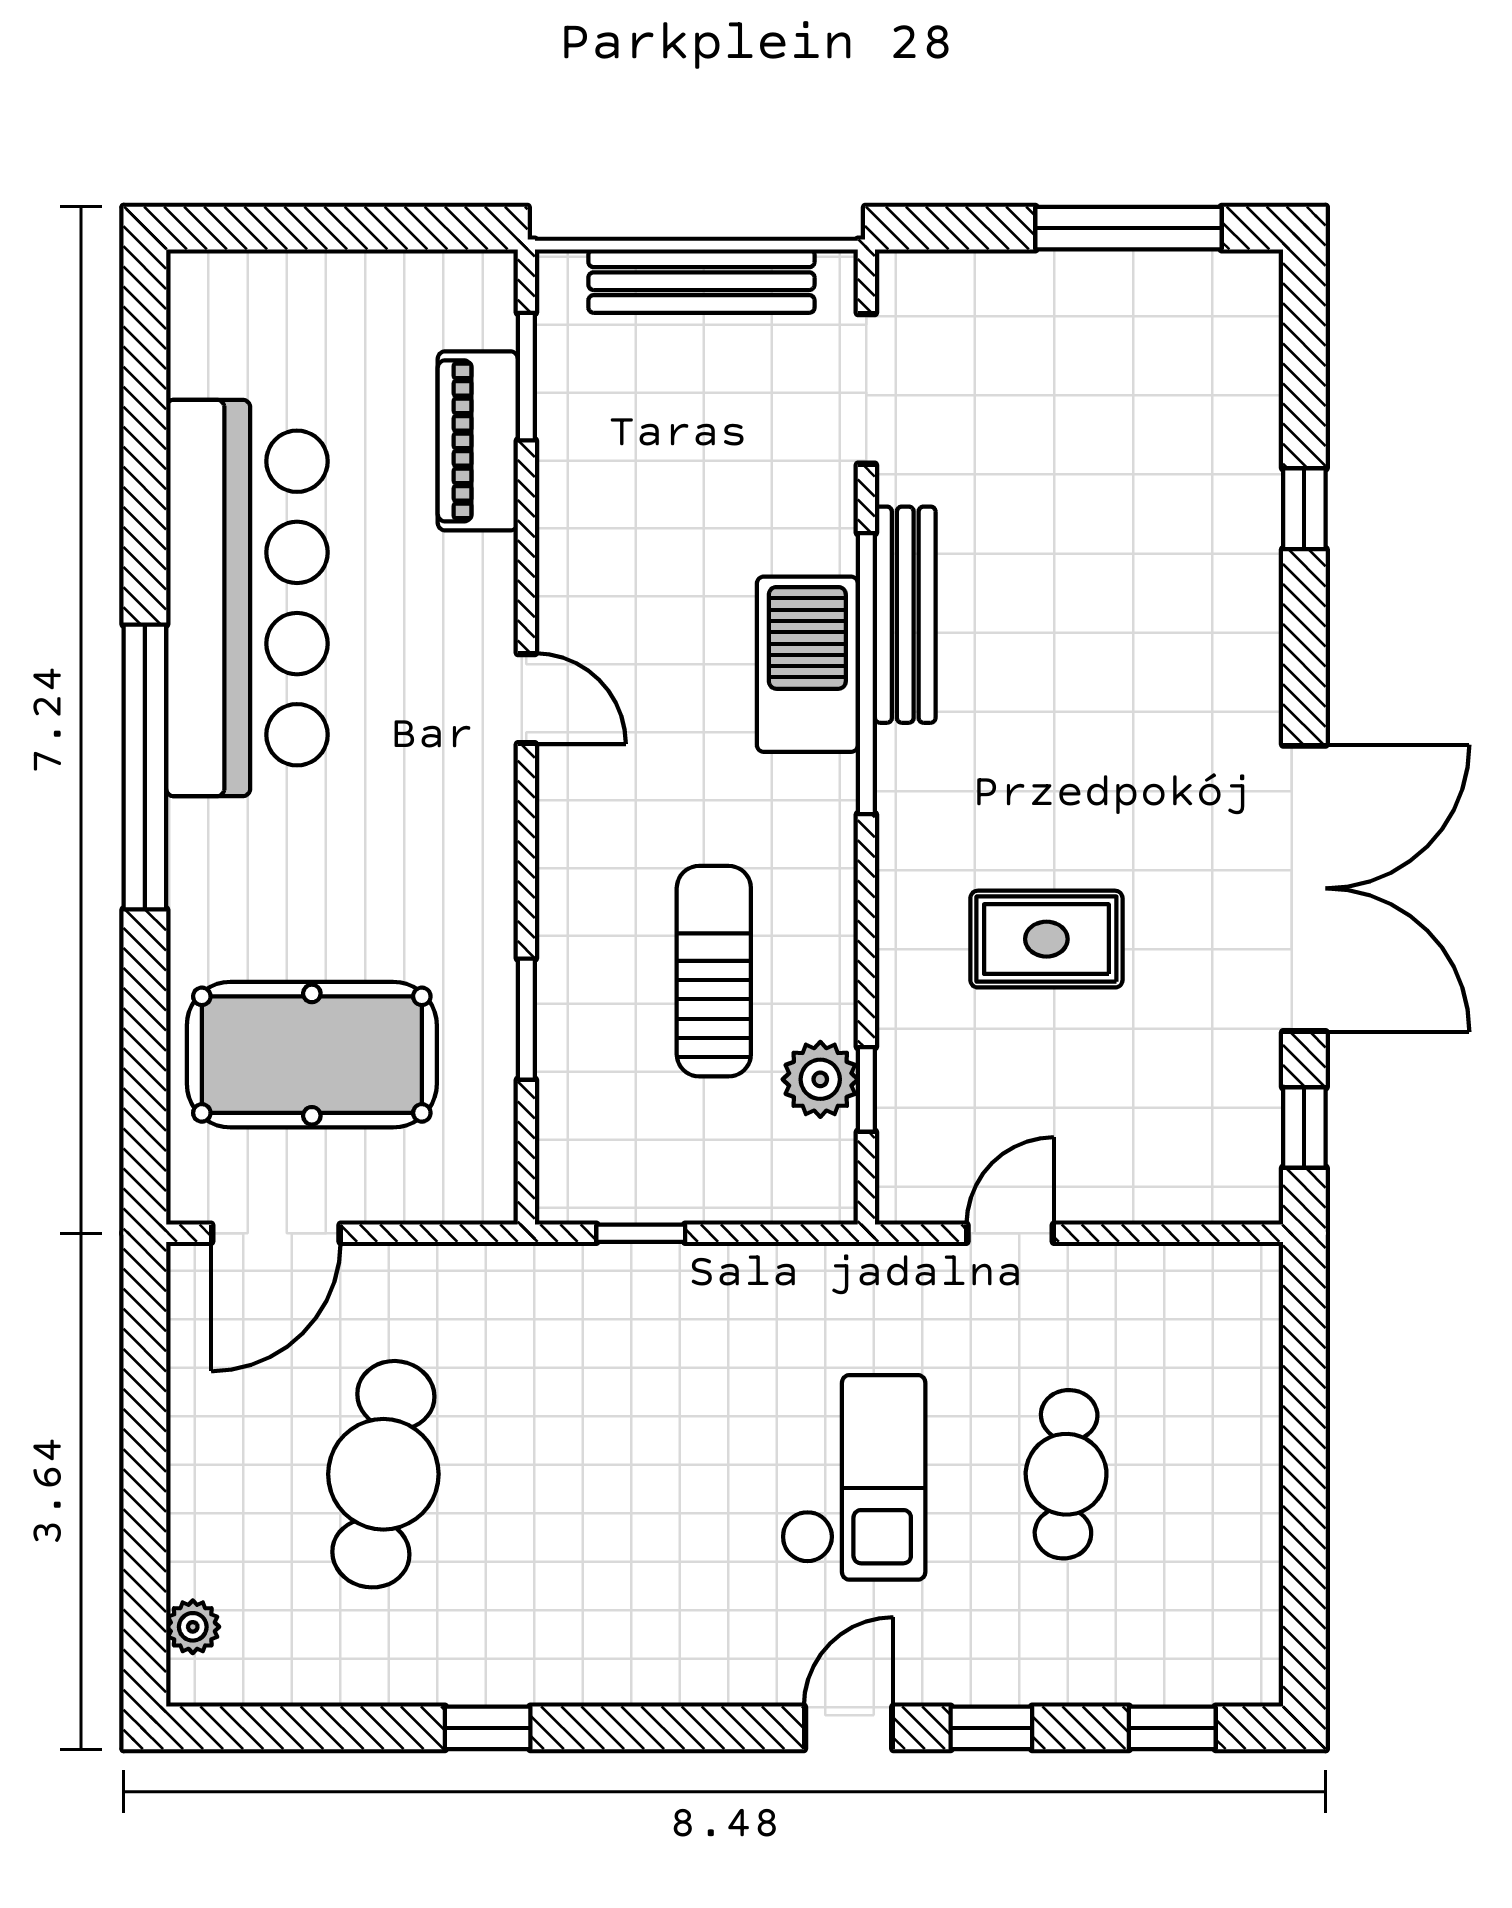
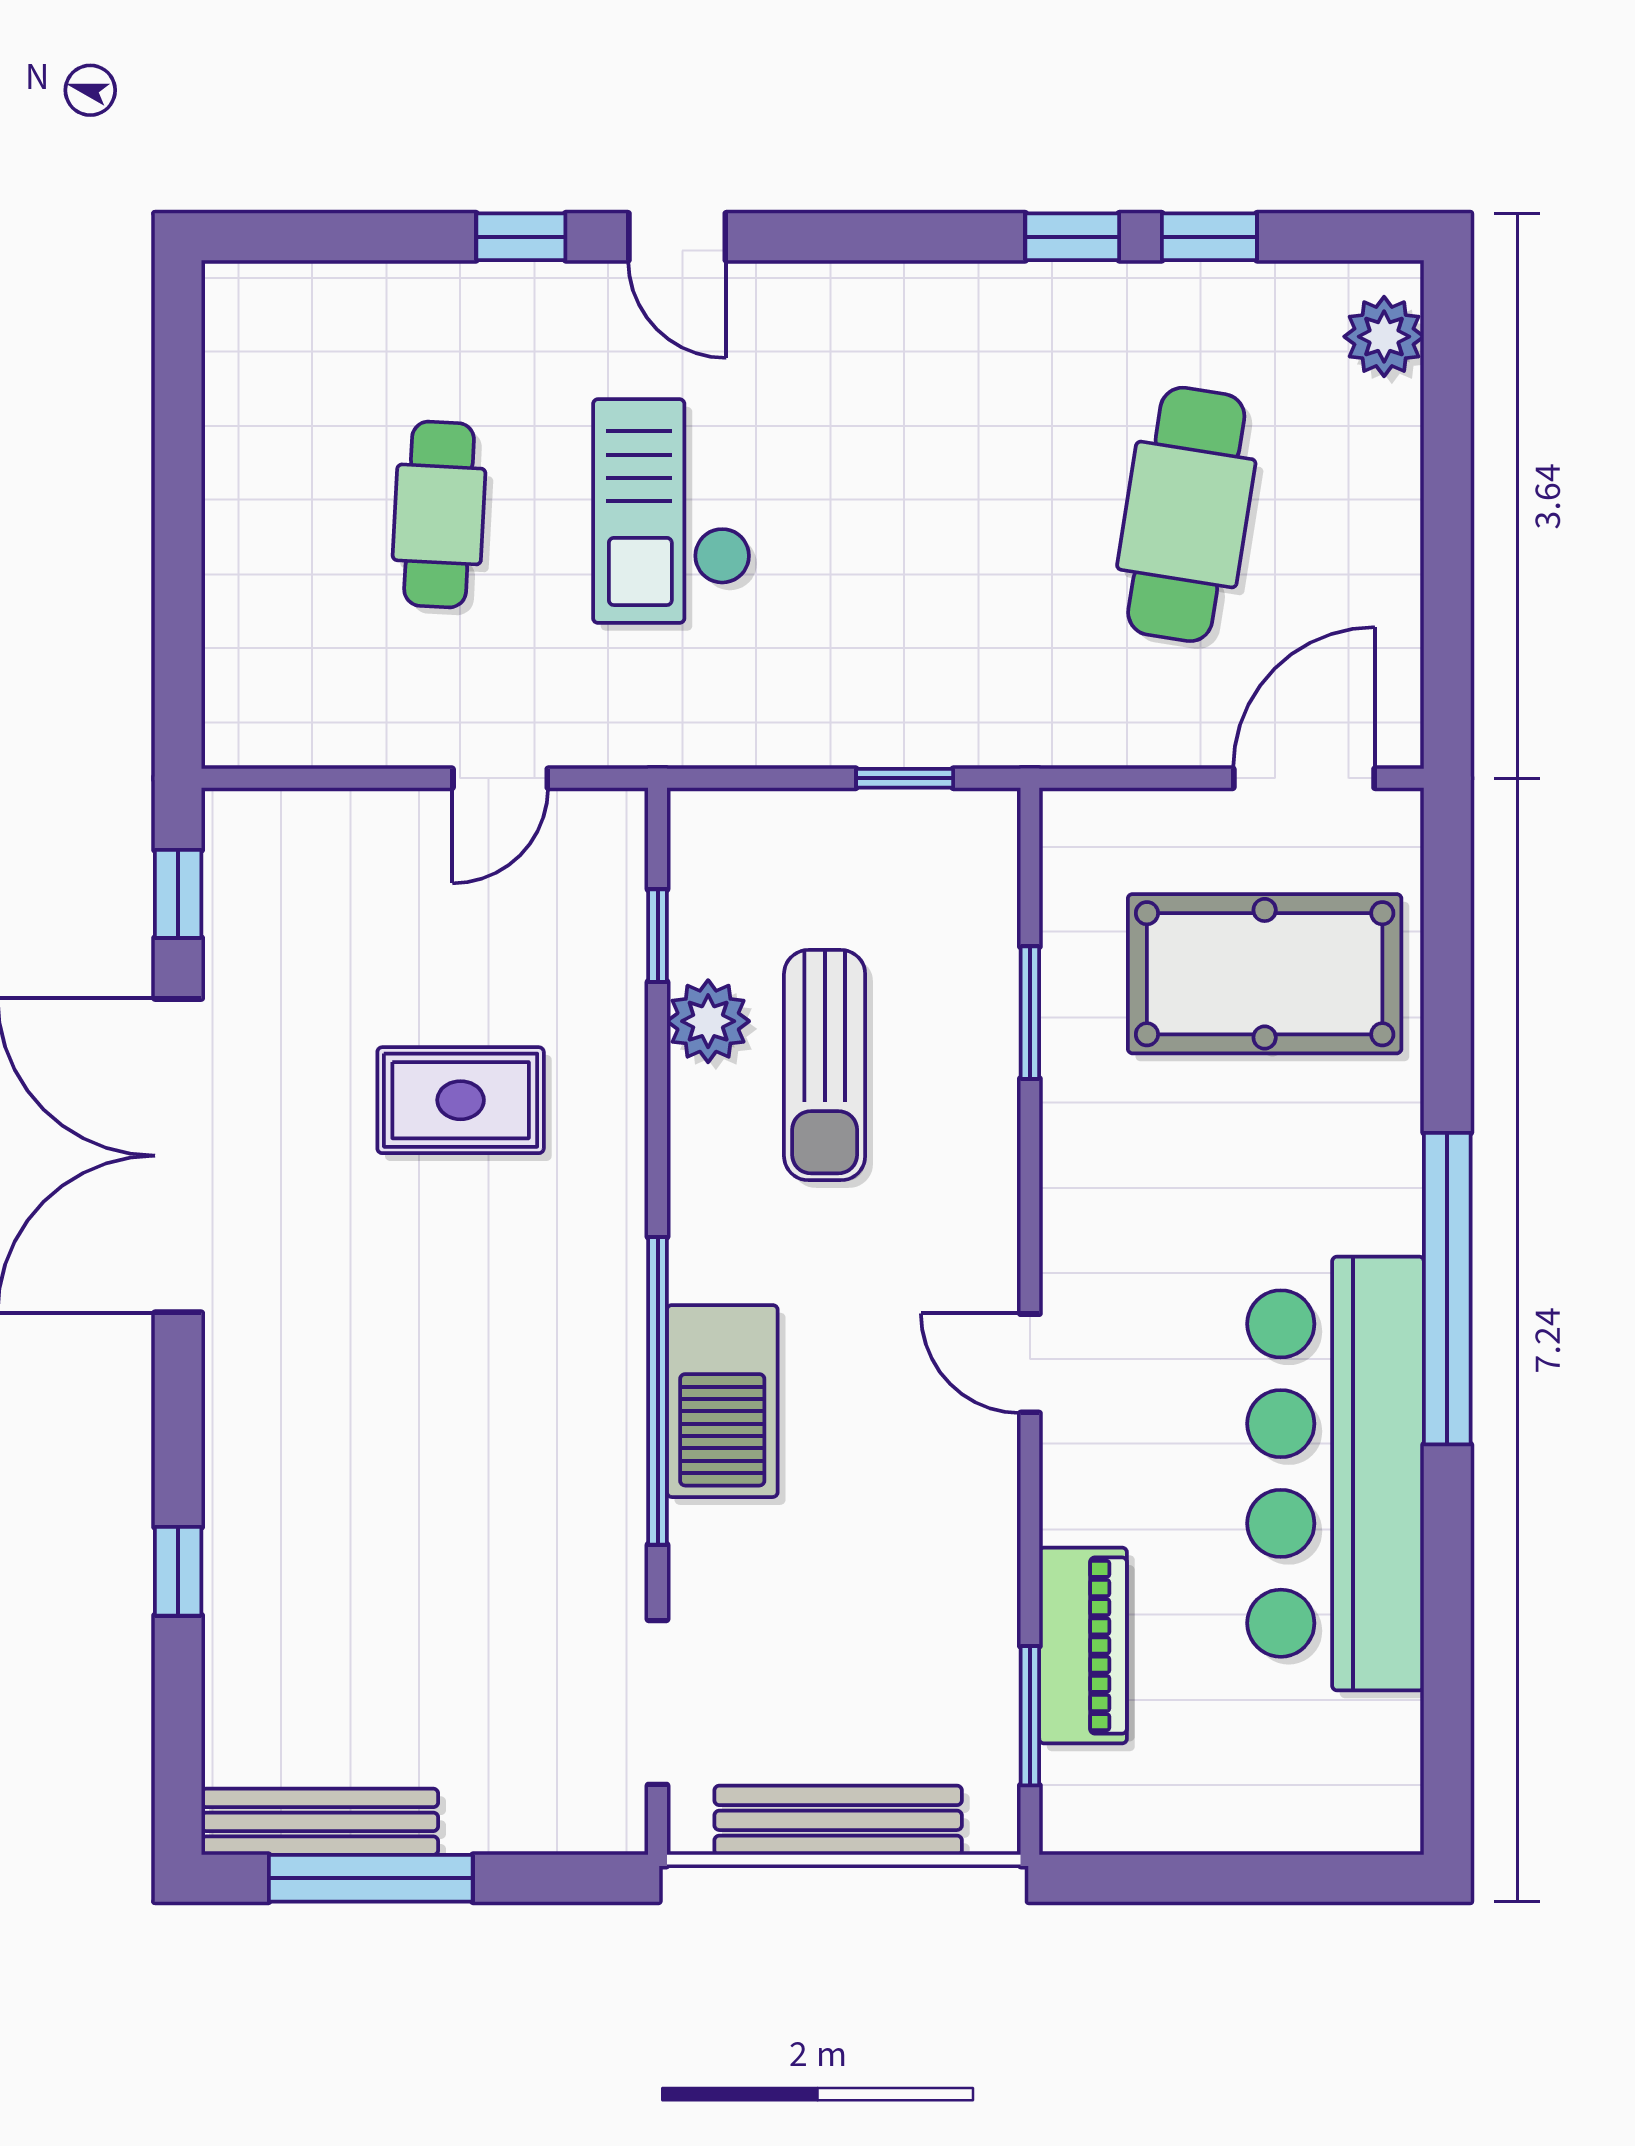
bench: (905, 615) -> (320, 1822), moved, turned 90
plant: (820, 1079) -> (708, 1021), moved
plant: (193, 1627) -> (1384, 337), width x1.38, depth x1.38
door: (849, 1728) -> (677, 237), hinge flipped
window: (1172, 1728) -> (1209, 237), moved

